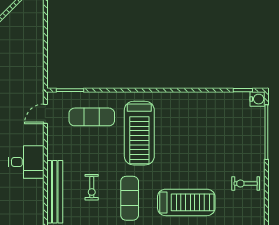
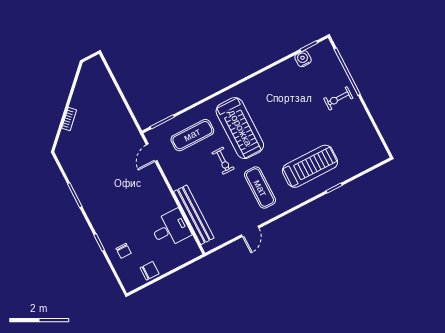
water cooler: (257, 99) -> (303, 59), moved, turned -90
desk: (26, 162) -> (170, 229), moved
exercise bike: (246, 184) -> (338, 98), moved
exercise bike: (92, 187) -> (223, 161), moved

